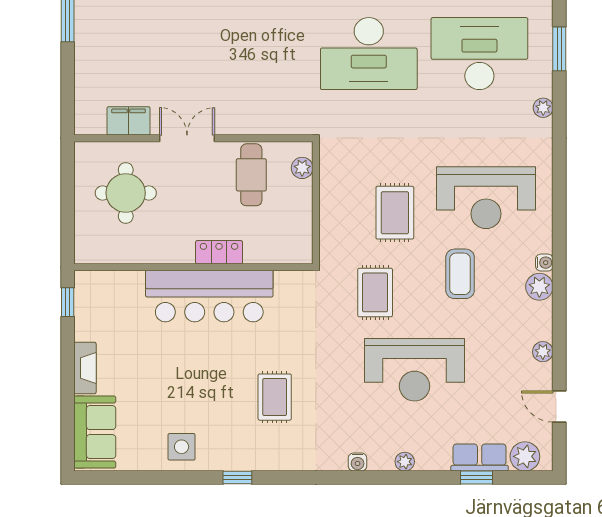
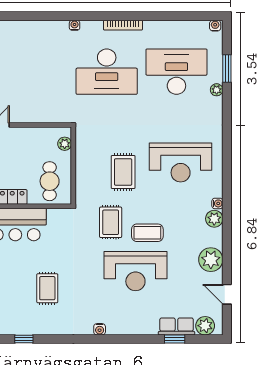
plant: (543, 108) -> (217, 90), moved
cafe table: (251, 175) -> (50, 181), moved
coffee table: (460, 274) -> (147, 233), moved, turned 90
plant: (543, 352) -> (211, 260), width x1.87, depth x1.87
plant: (405, 462) -> (129, 329), removed

